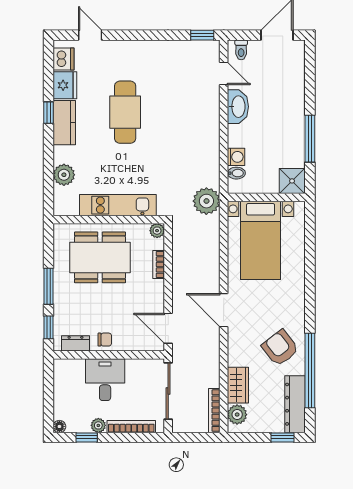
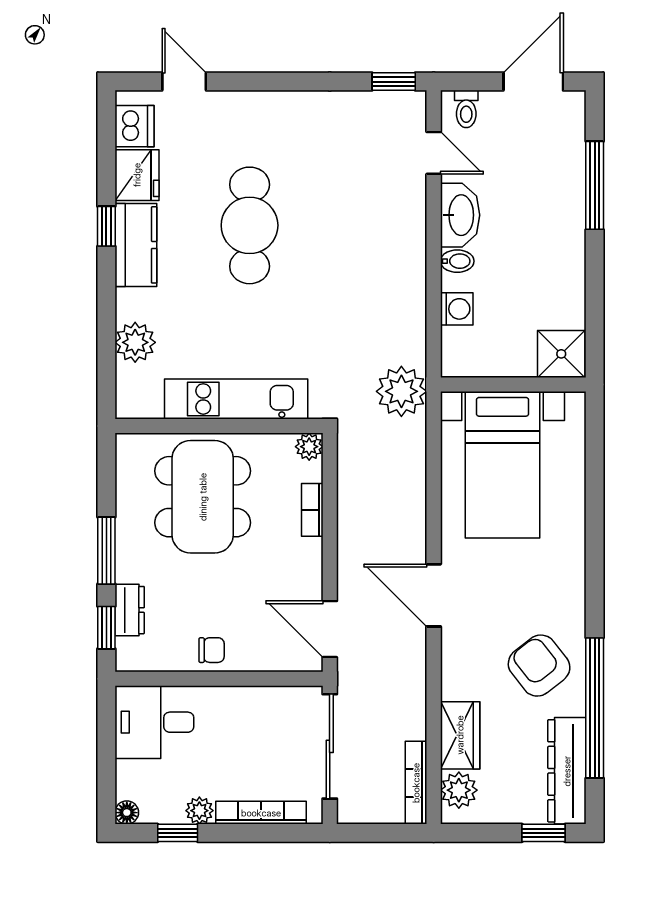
window: (310, 139) -> (595, 185), moved
bidet: (236, 173) -> (457, 261), moved
dining table: (100, 257) -> (203, 497), turned 90
dresser: (75, 343) -> (130, 610), moved, turned 90
desk: (105, 380) -> (154, 722), moved, turned -90

